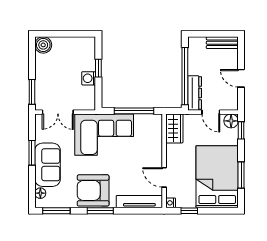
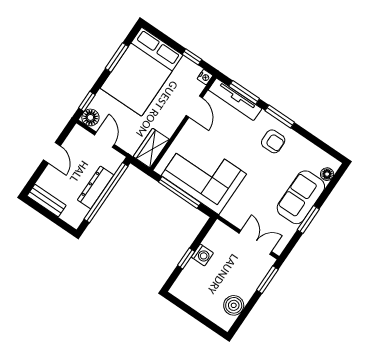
boiler: (43, 45) -> (234, 305), moved
dresser: (195, 93) -> (96, 187), moved
corner sofa: (104, 135) -> (204, 175), moved
armchair: (93, 190) -> (273, 141), width x0.53, depth x0.53
window: (56, 211) -> (244, 92), moved

